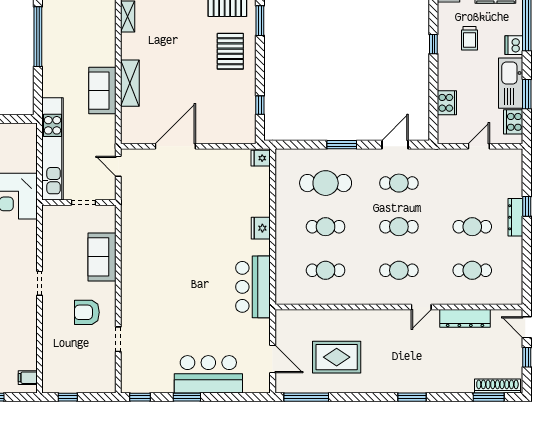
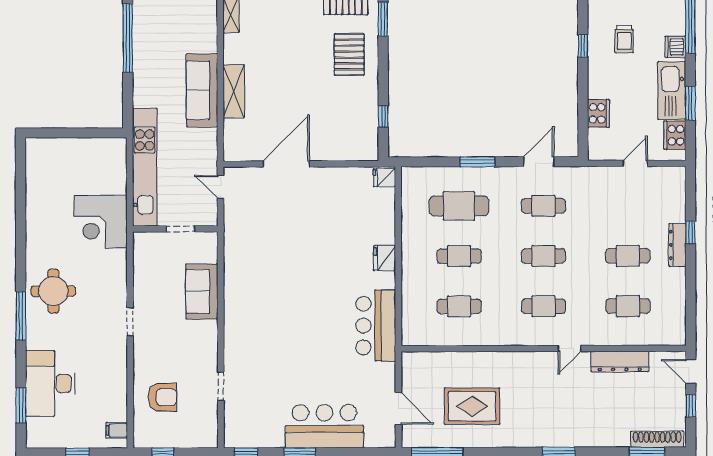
sofa: (102, 91) -> (202, 90), width x1.36
armchair: (87, 312) -> (162, 397), moved, turned 180

